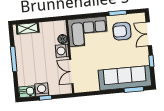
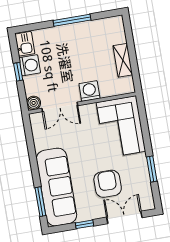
shelving: (28, 28) -> (123, 60), moved
armchair: (122, 31) -> (108, 184), moved
boiler: (63, 39) -> (34, 103), moved
double door: (71, 72) -> (60, 107), swing flipped

